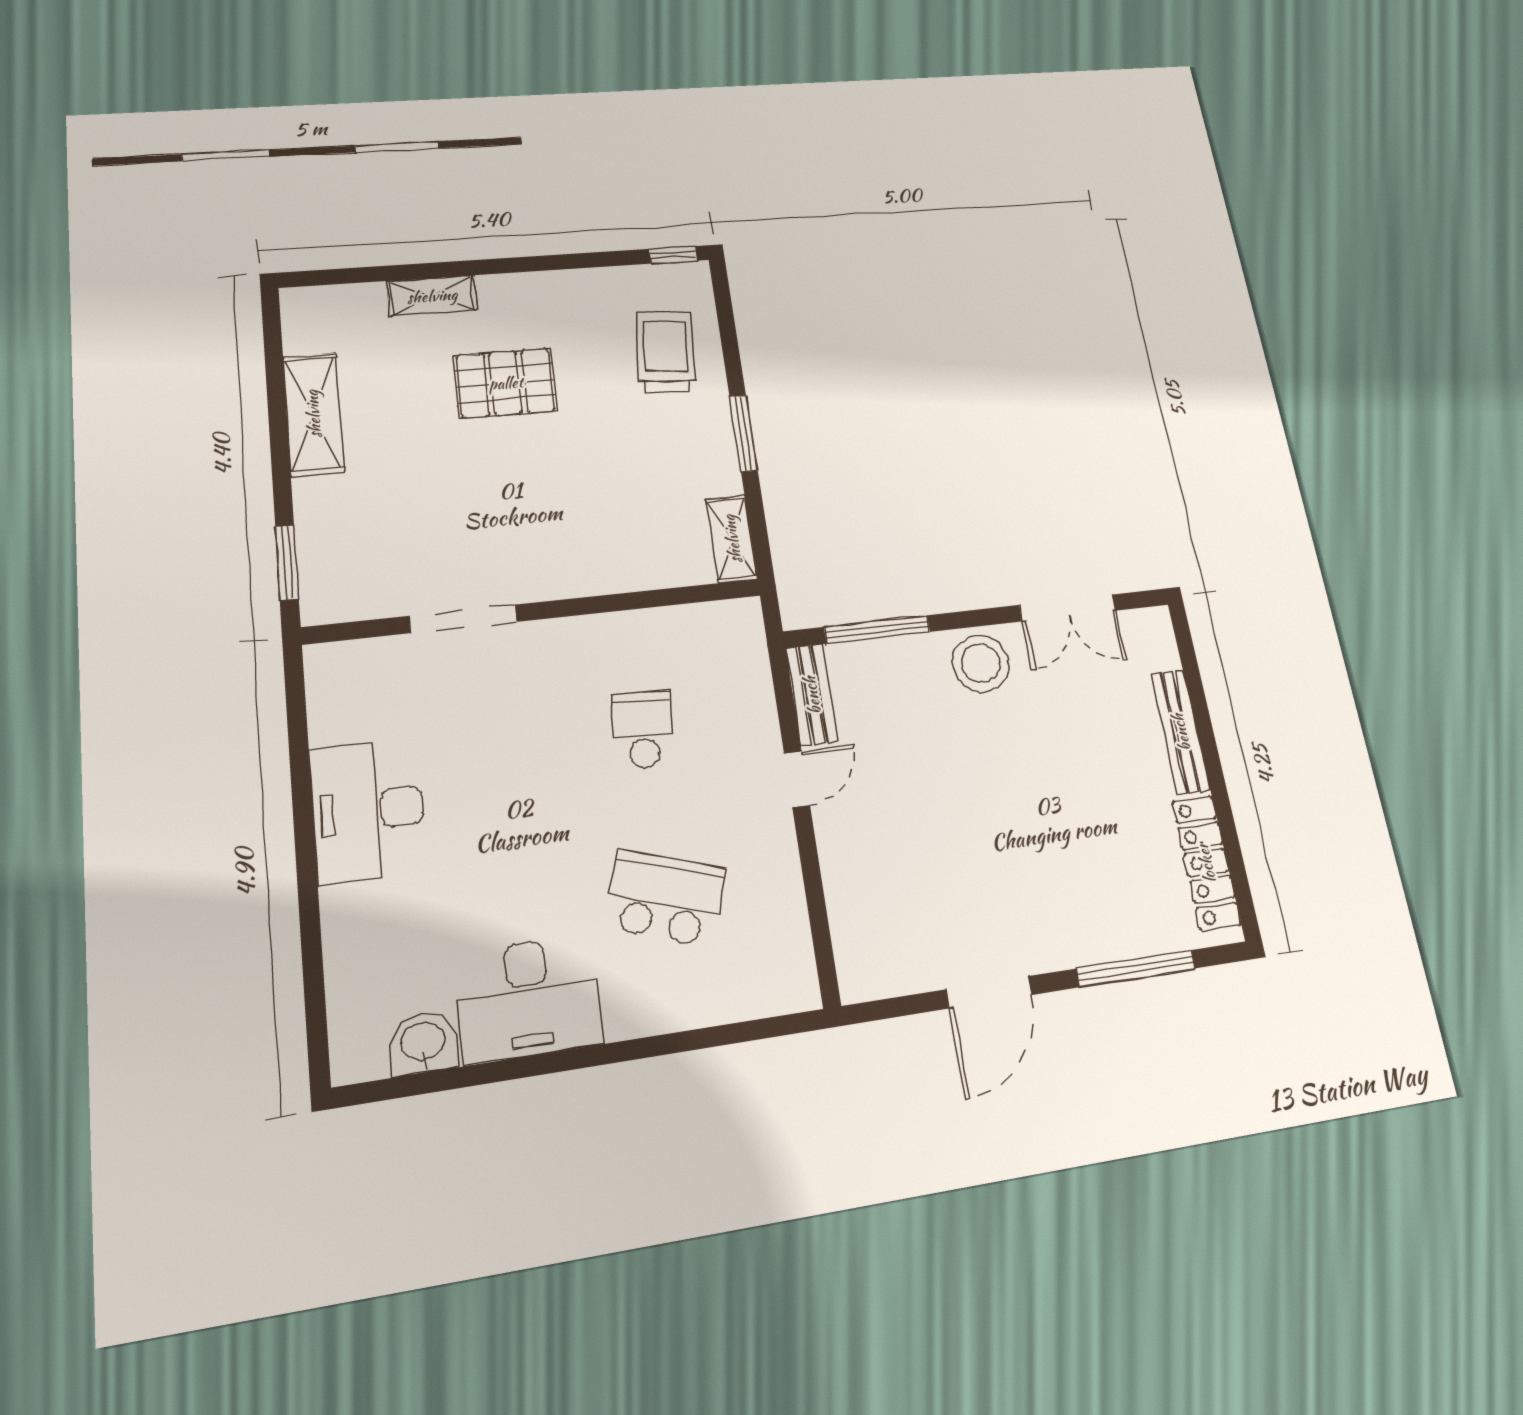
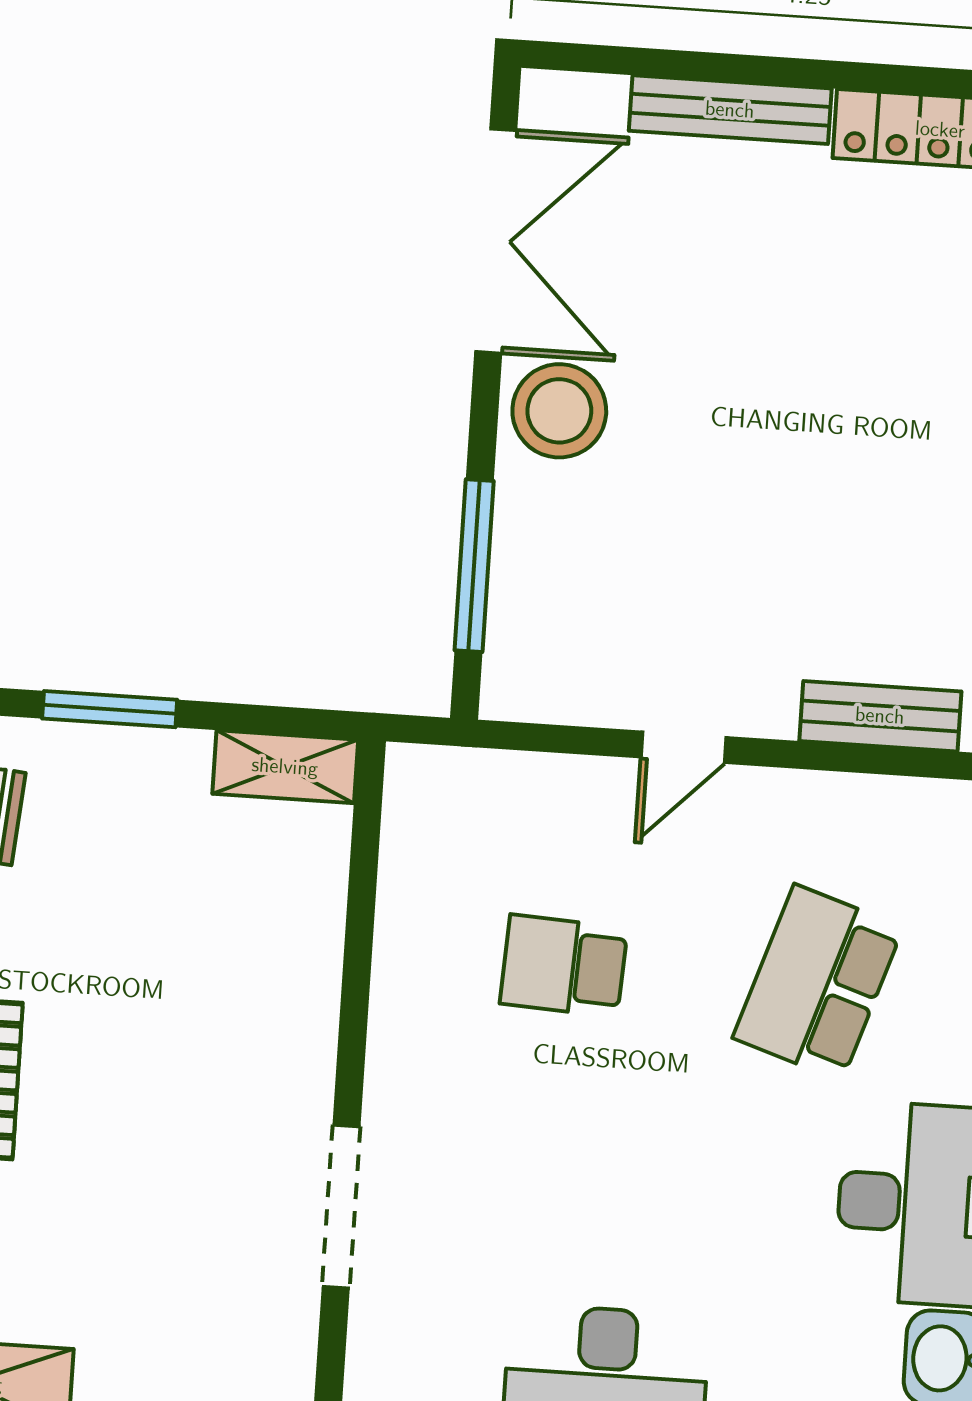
double door: (1068, 608) -> (496, 241), width x1.37
bench: (812, 695) -> (880, 716), moved
door: (797, 779) -> (684, 747), swing flipped

